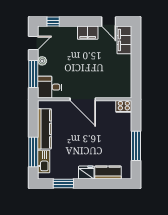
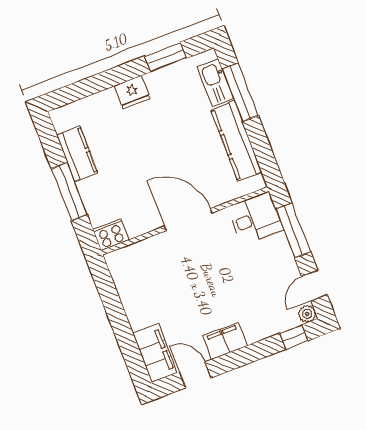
plant: (42, 61) -> (307, 314), moved
window: (136, 146) -> (69, 192), moved
kitchen counter: (108, 172) -> (77, 154), moved, turned -90

